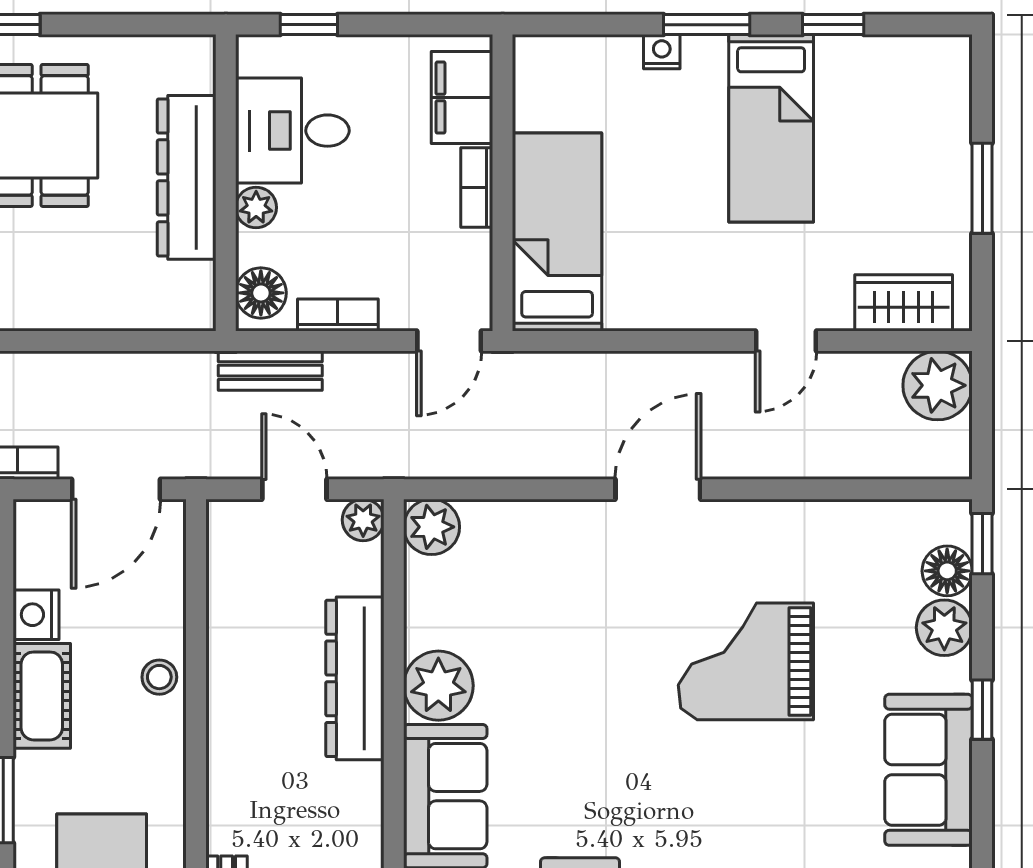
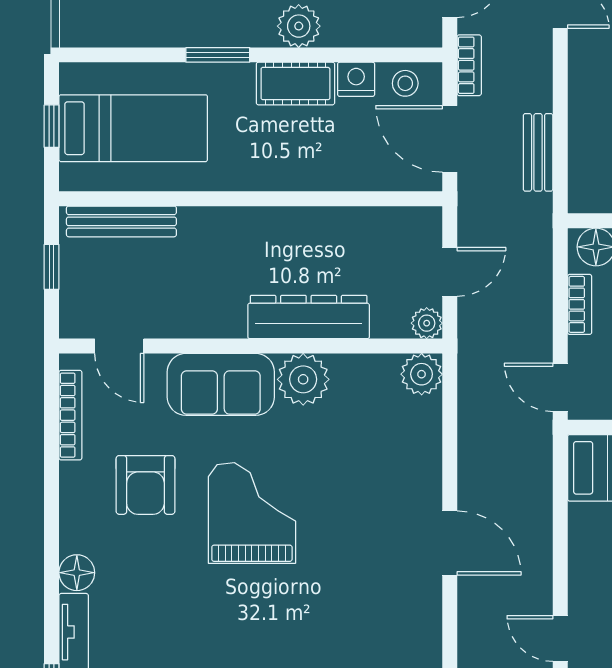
bench: (270, 371) -> (538, 152), moved
grand piano: (746, 661) -> (252, 513), moved
stool: (159, 677) -> (405, 83), moved

